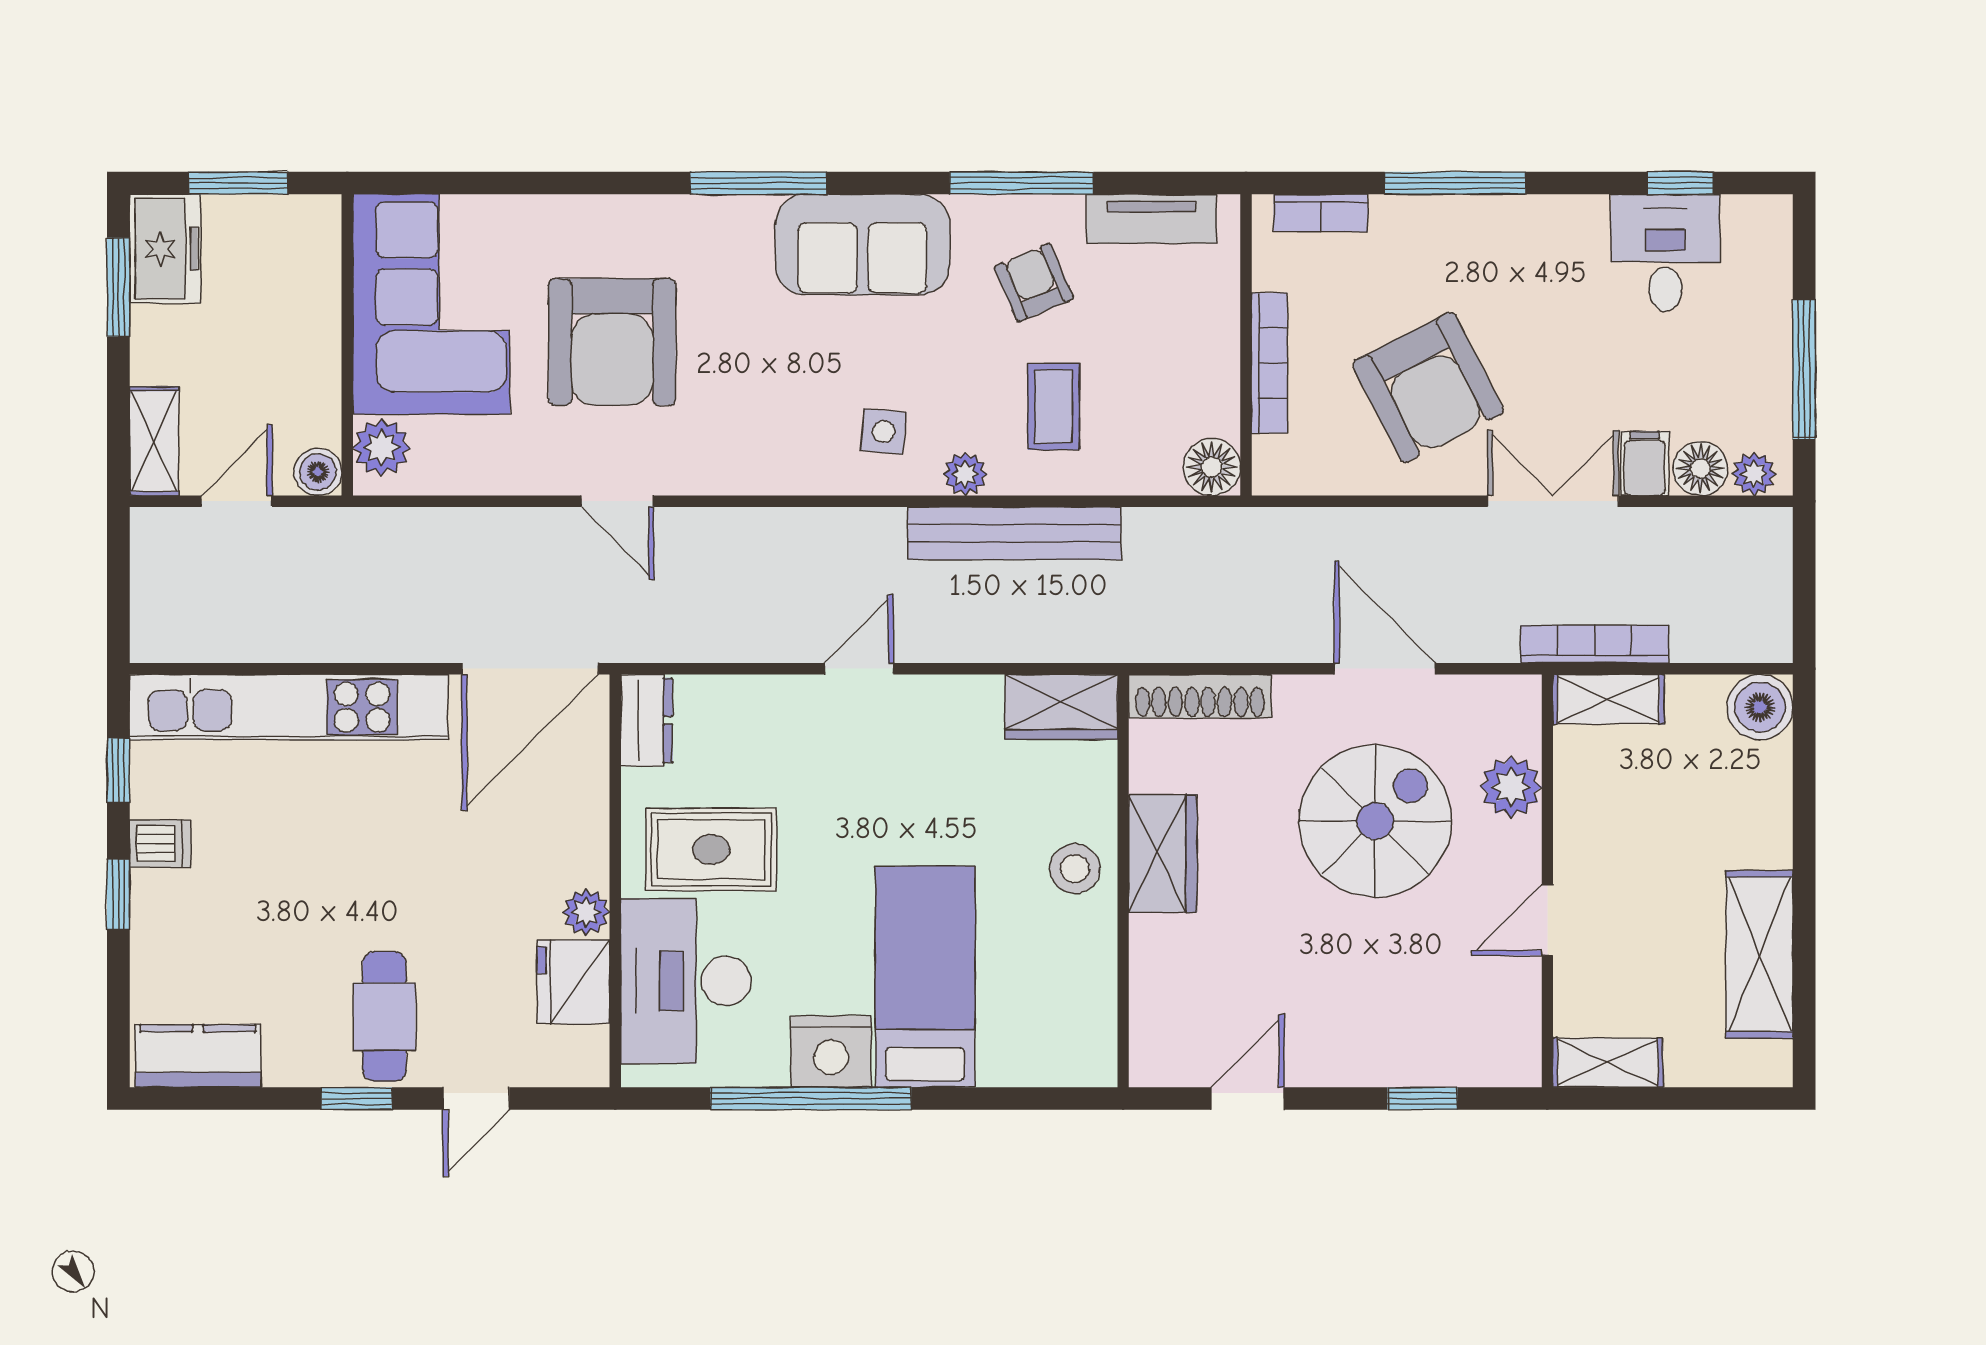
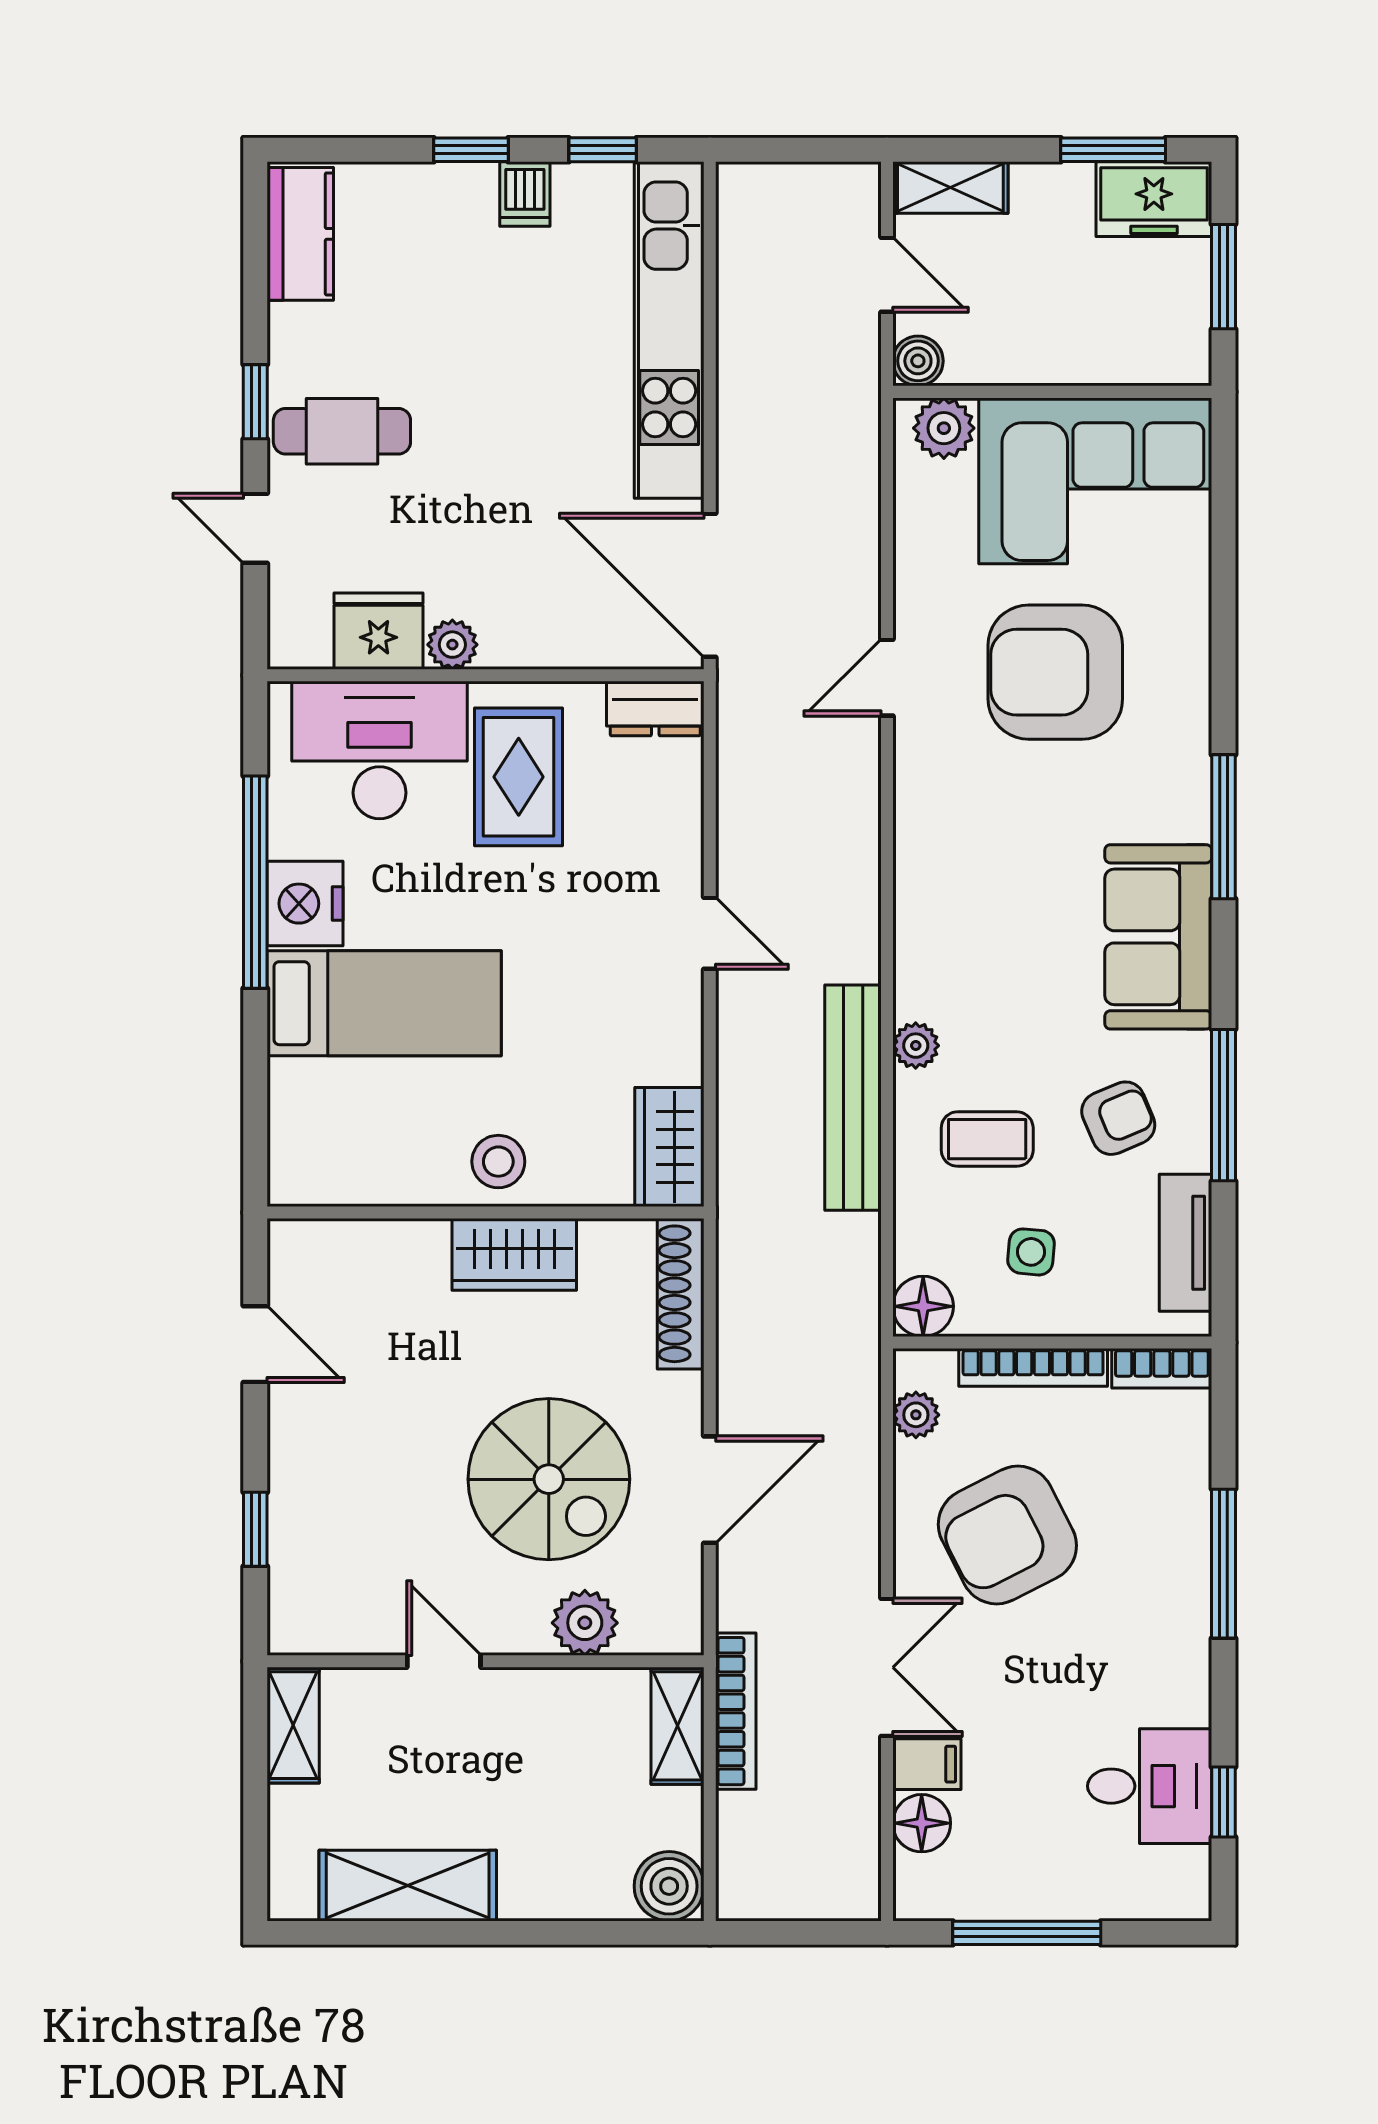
bookcase: (1321, 213) -> (1162, 1368), moved, turned -90
side table: (883, 432) -> (1031, 1252), moved
plant: (1754, 474) -> (916, 1415), moved

